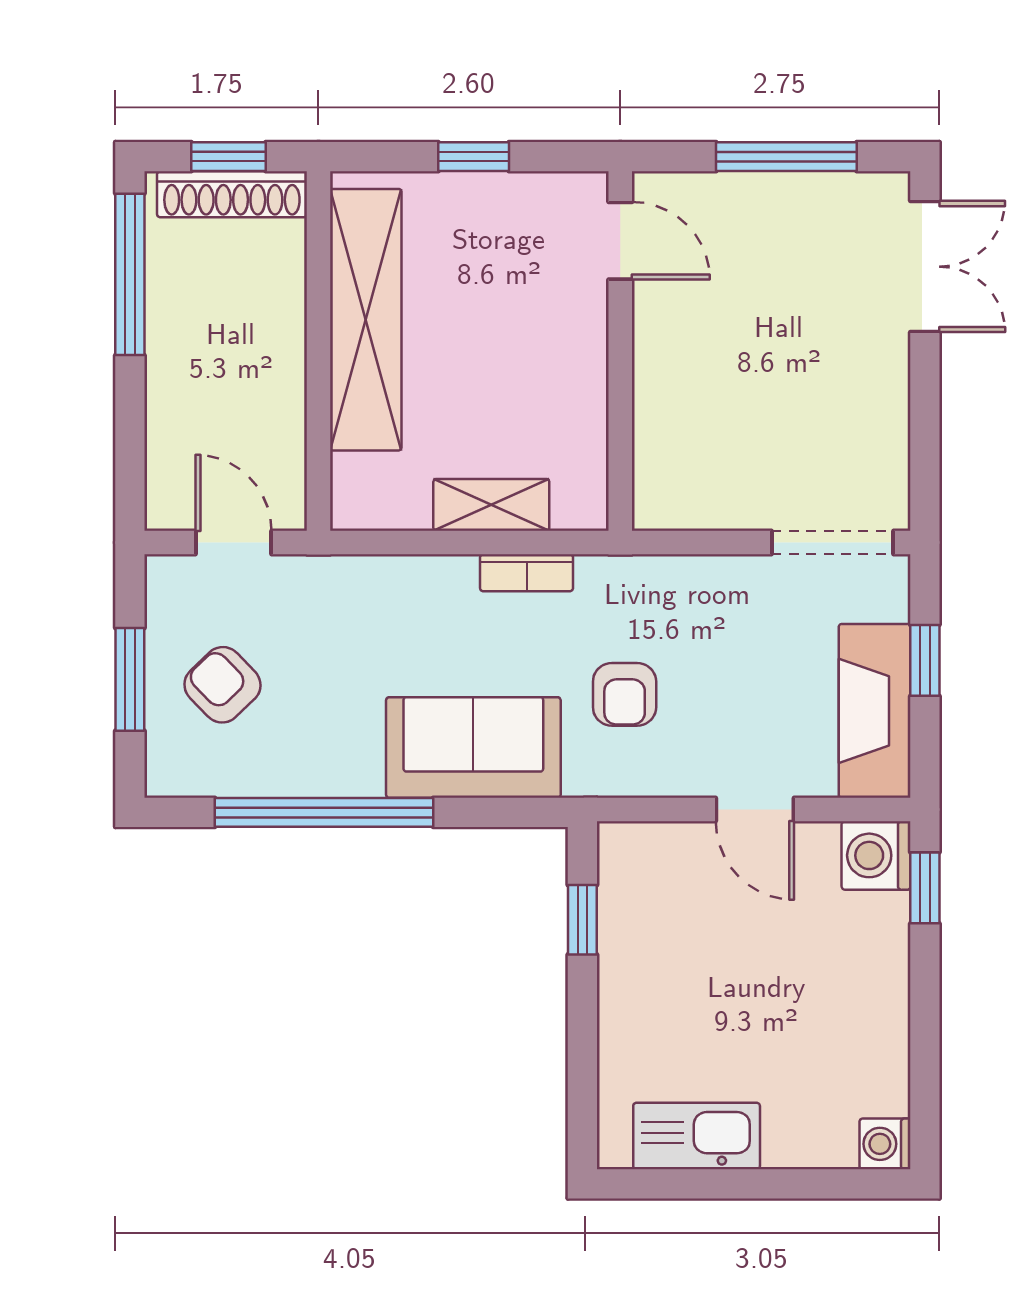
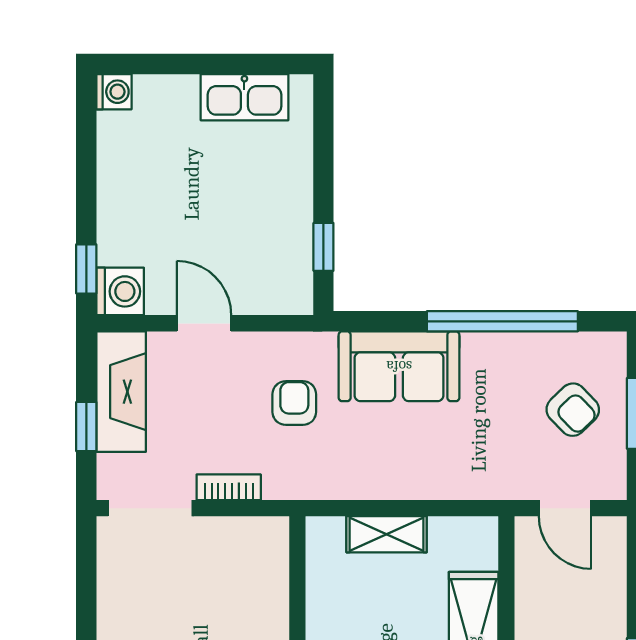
bookcase: (527, 573) -> (229, 487), moved

